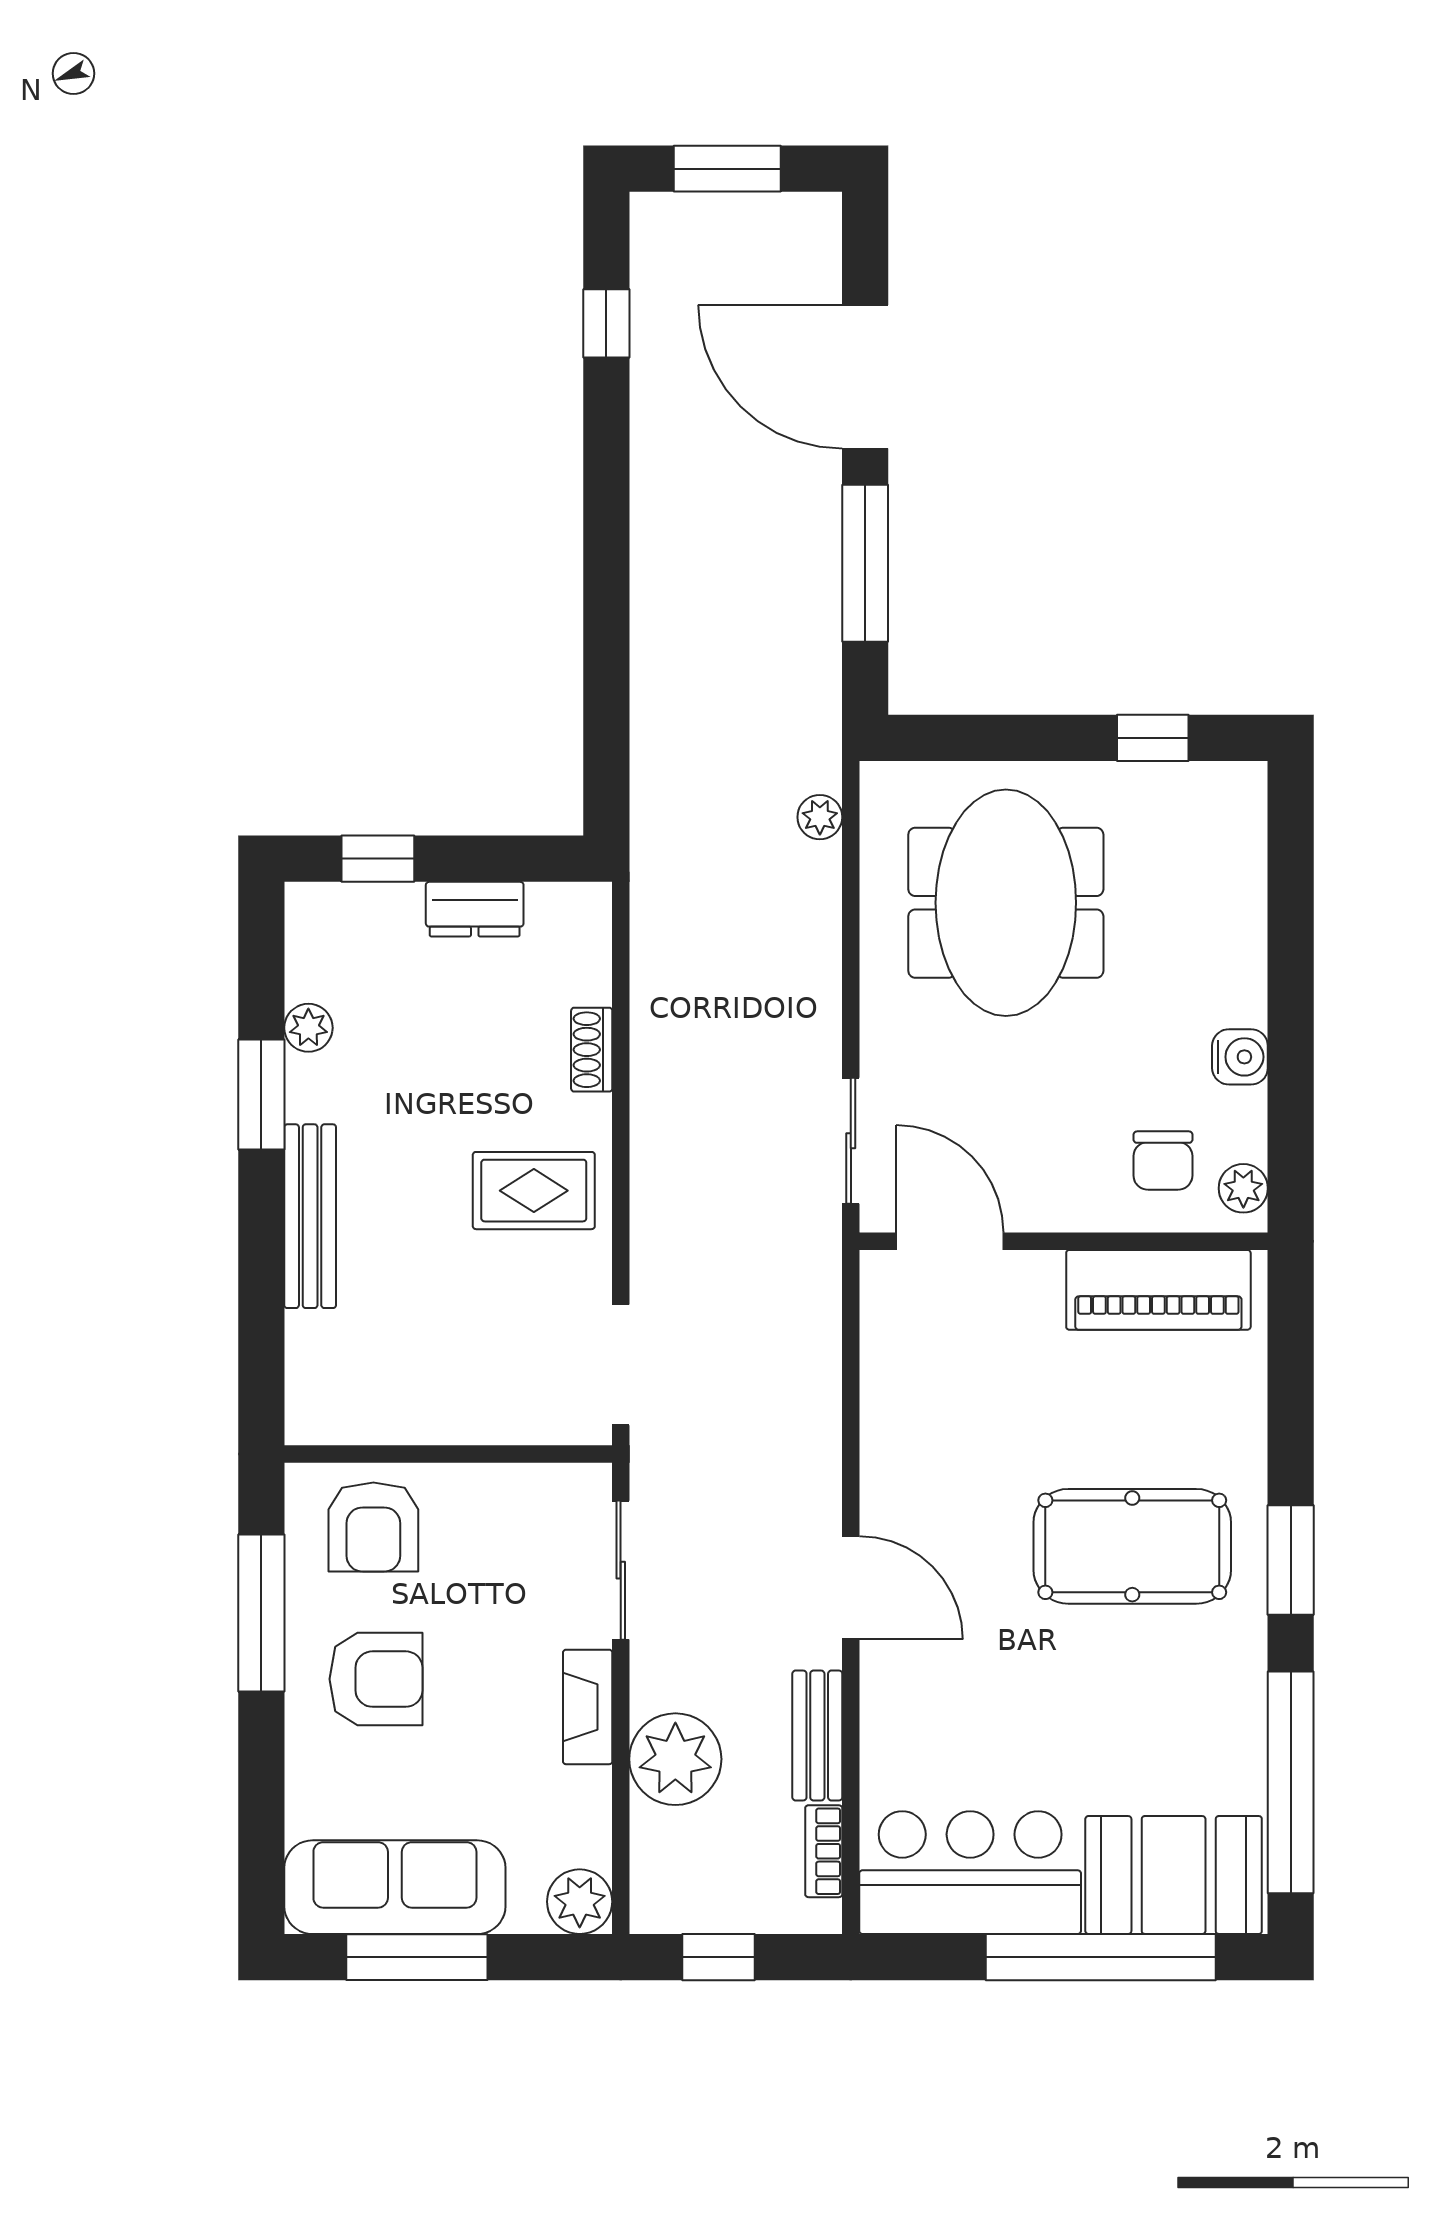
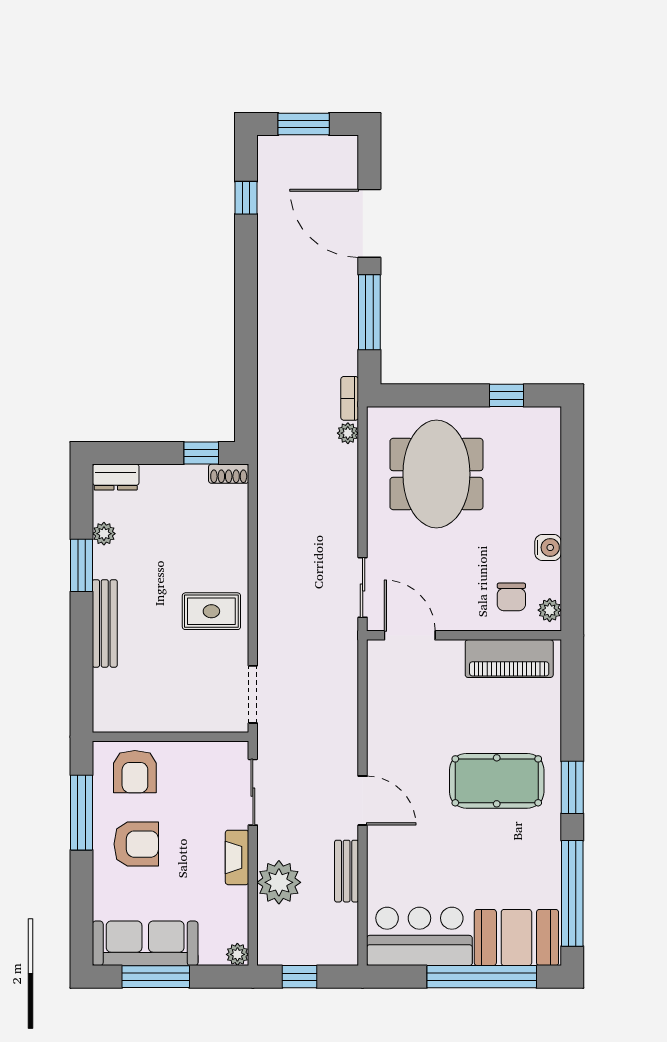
window: (378, 859) -> (201, 453), moved
dresser: (475, 909) -> (116, 477), moved
shoe rack: (592, 1050) -> (229, 474), moved, turned -90
bookcase: (824, 1851) -> (350, 398), moved
plant: (580, 1902) -> (237, 954), width x0.73, depth x0.73

